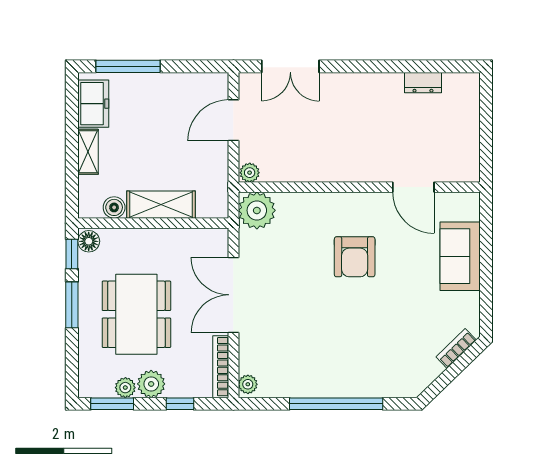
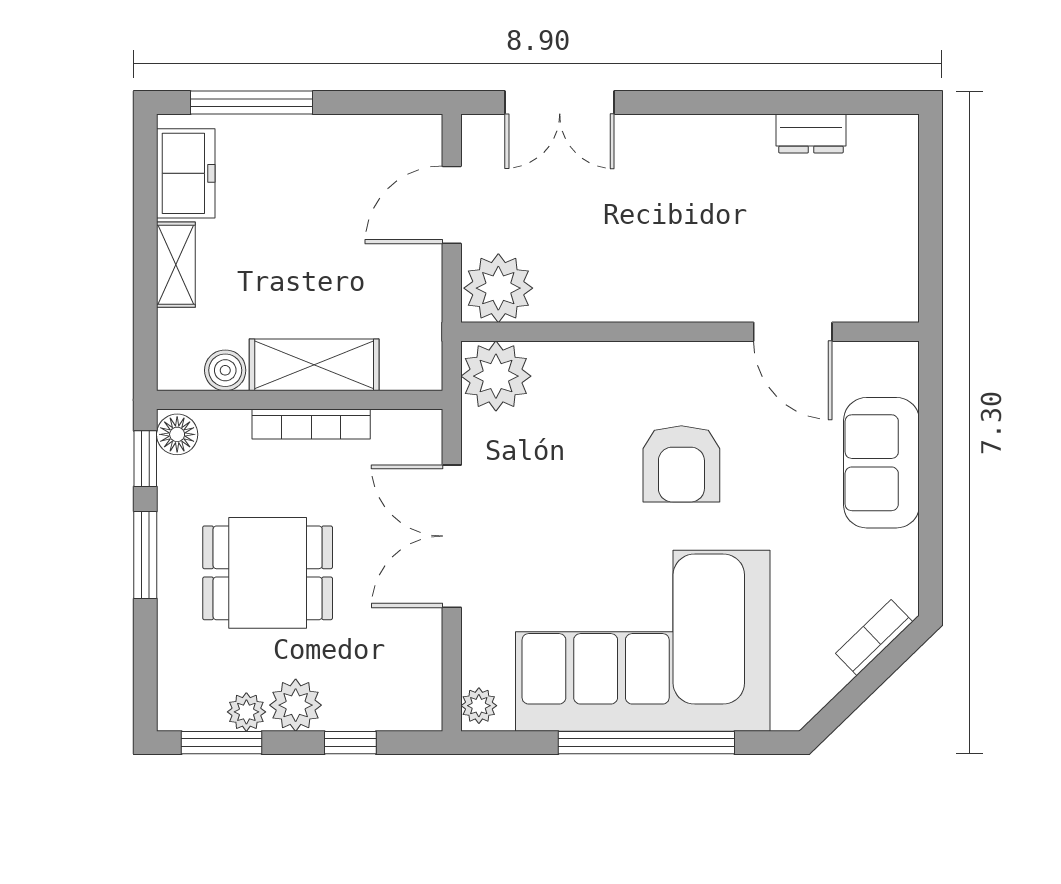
plant: (250, 173) -> (498, 288), width x1.87, depth x1.87
dining table: (136, 314) -> (268, 573), width x0.73
corner sofa: (334, 350) -> (643, 641), added
bookcase: (221, 367) -> (311, 424), moved, turned -90

